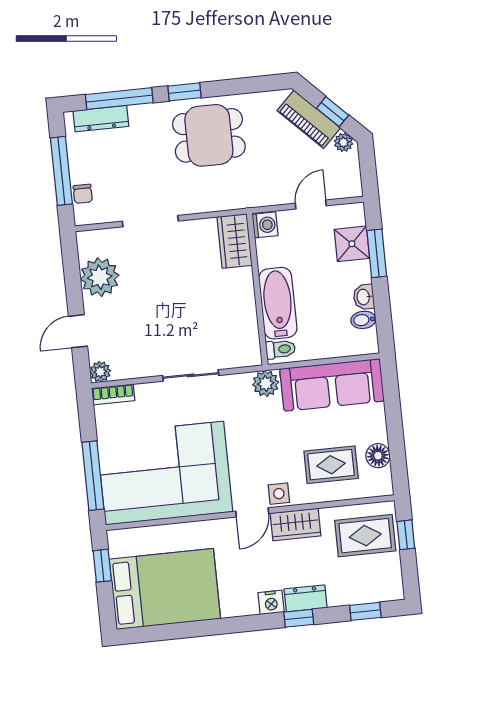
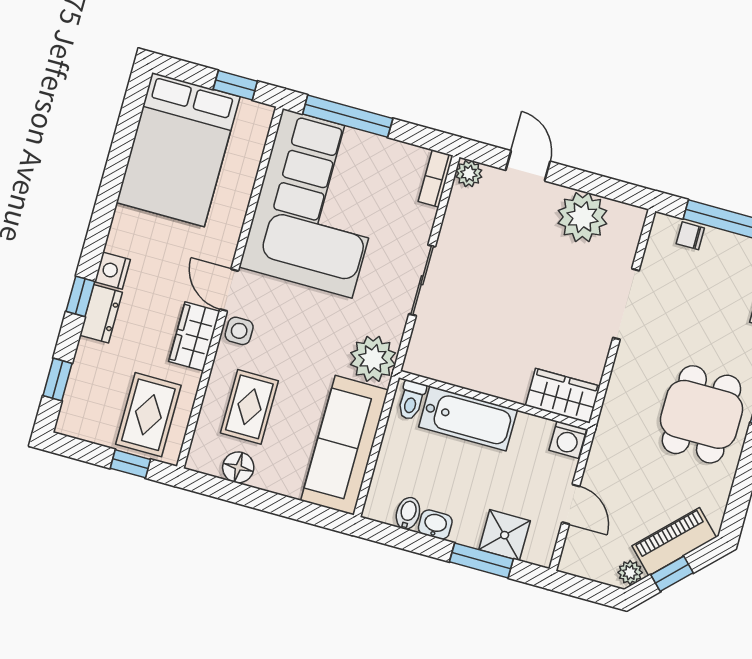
plant: (266, 384) -> (373, 359), width x1.36, depth x1.36

